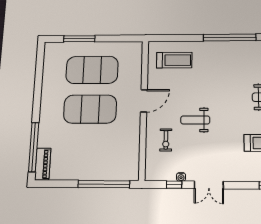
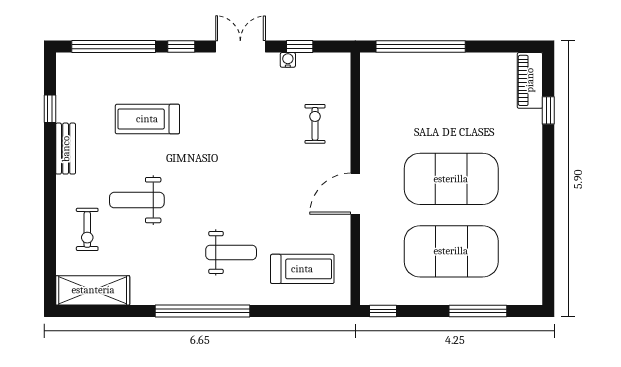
window: (130, 38) -> (383, 311), added
treadmill: (174, 60) -> (302, 269), turned 180
weight bench: (195, 120) -> (231, 252), moved
window: (34, 147) -> (548, 110), width x0.32
window: (244, 185) -> (181, 47), added

